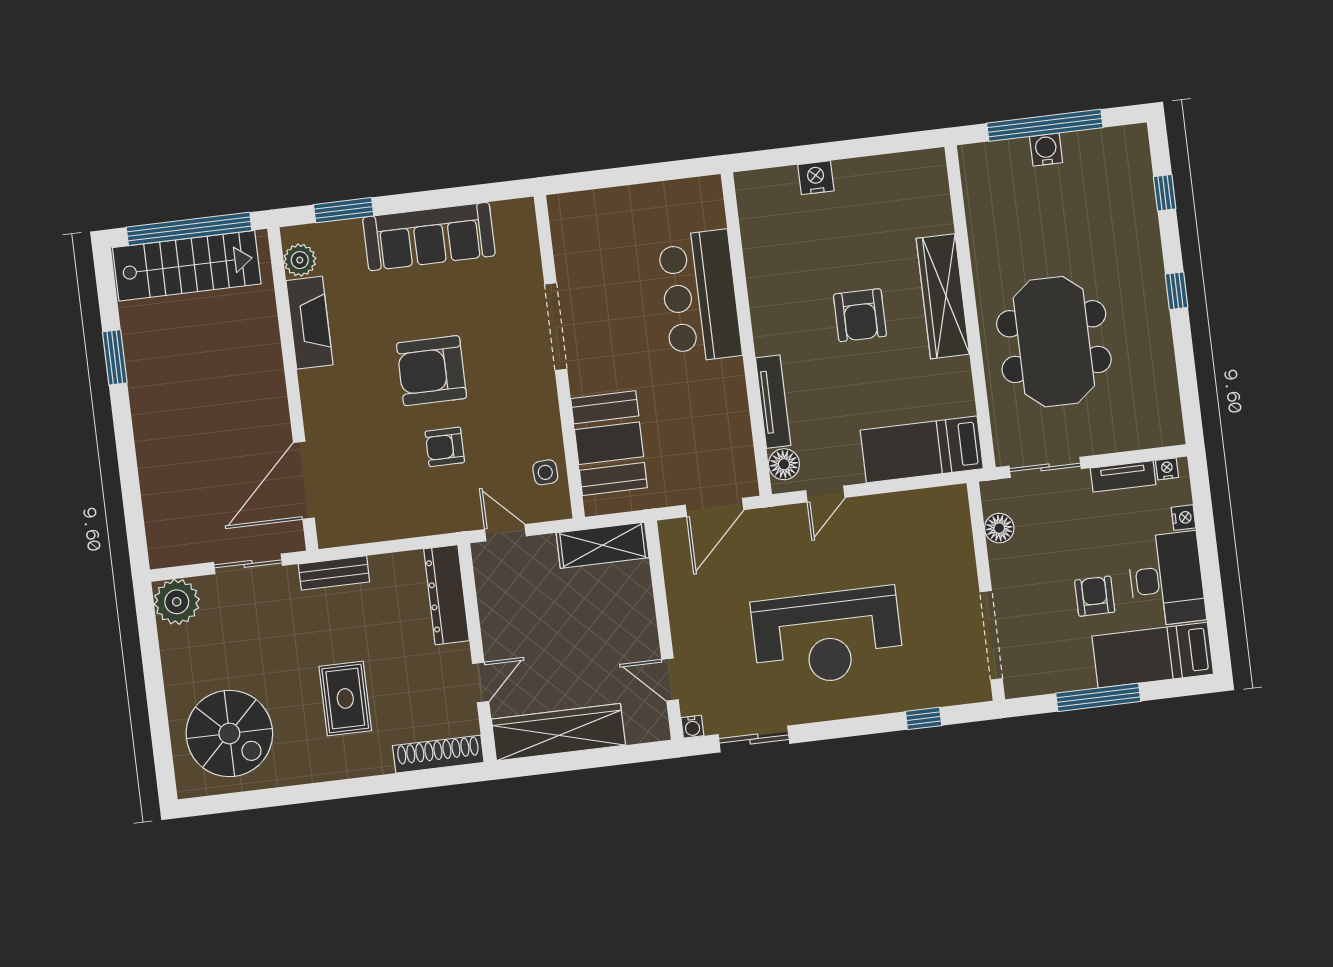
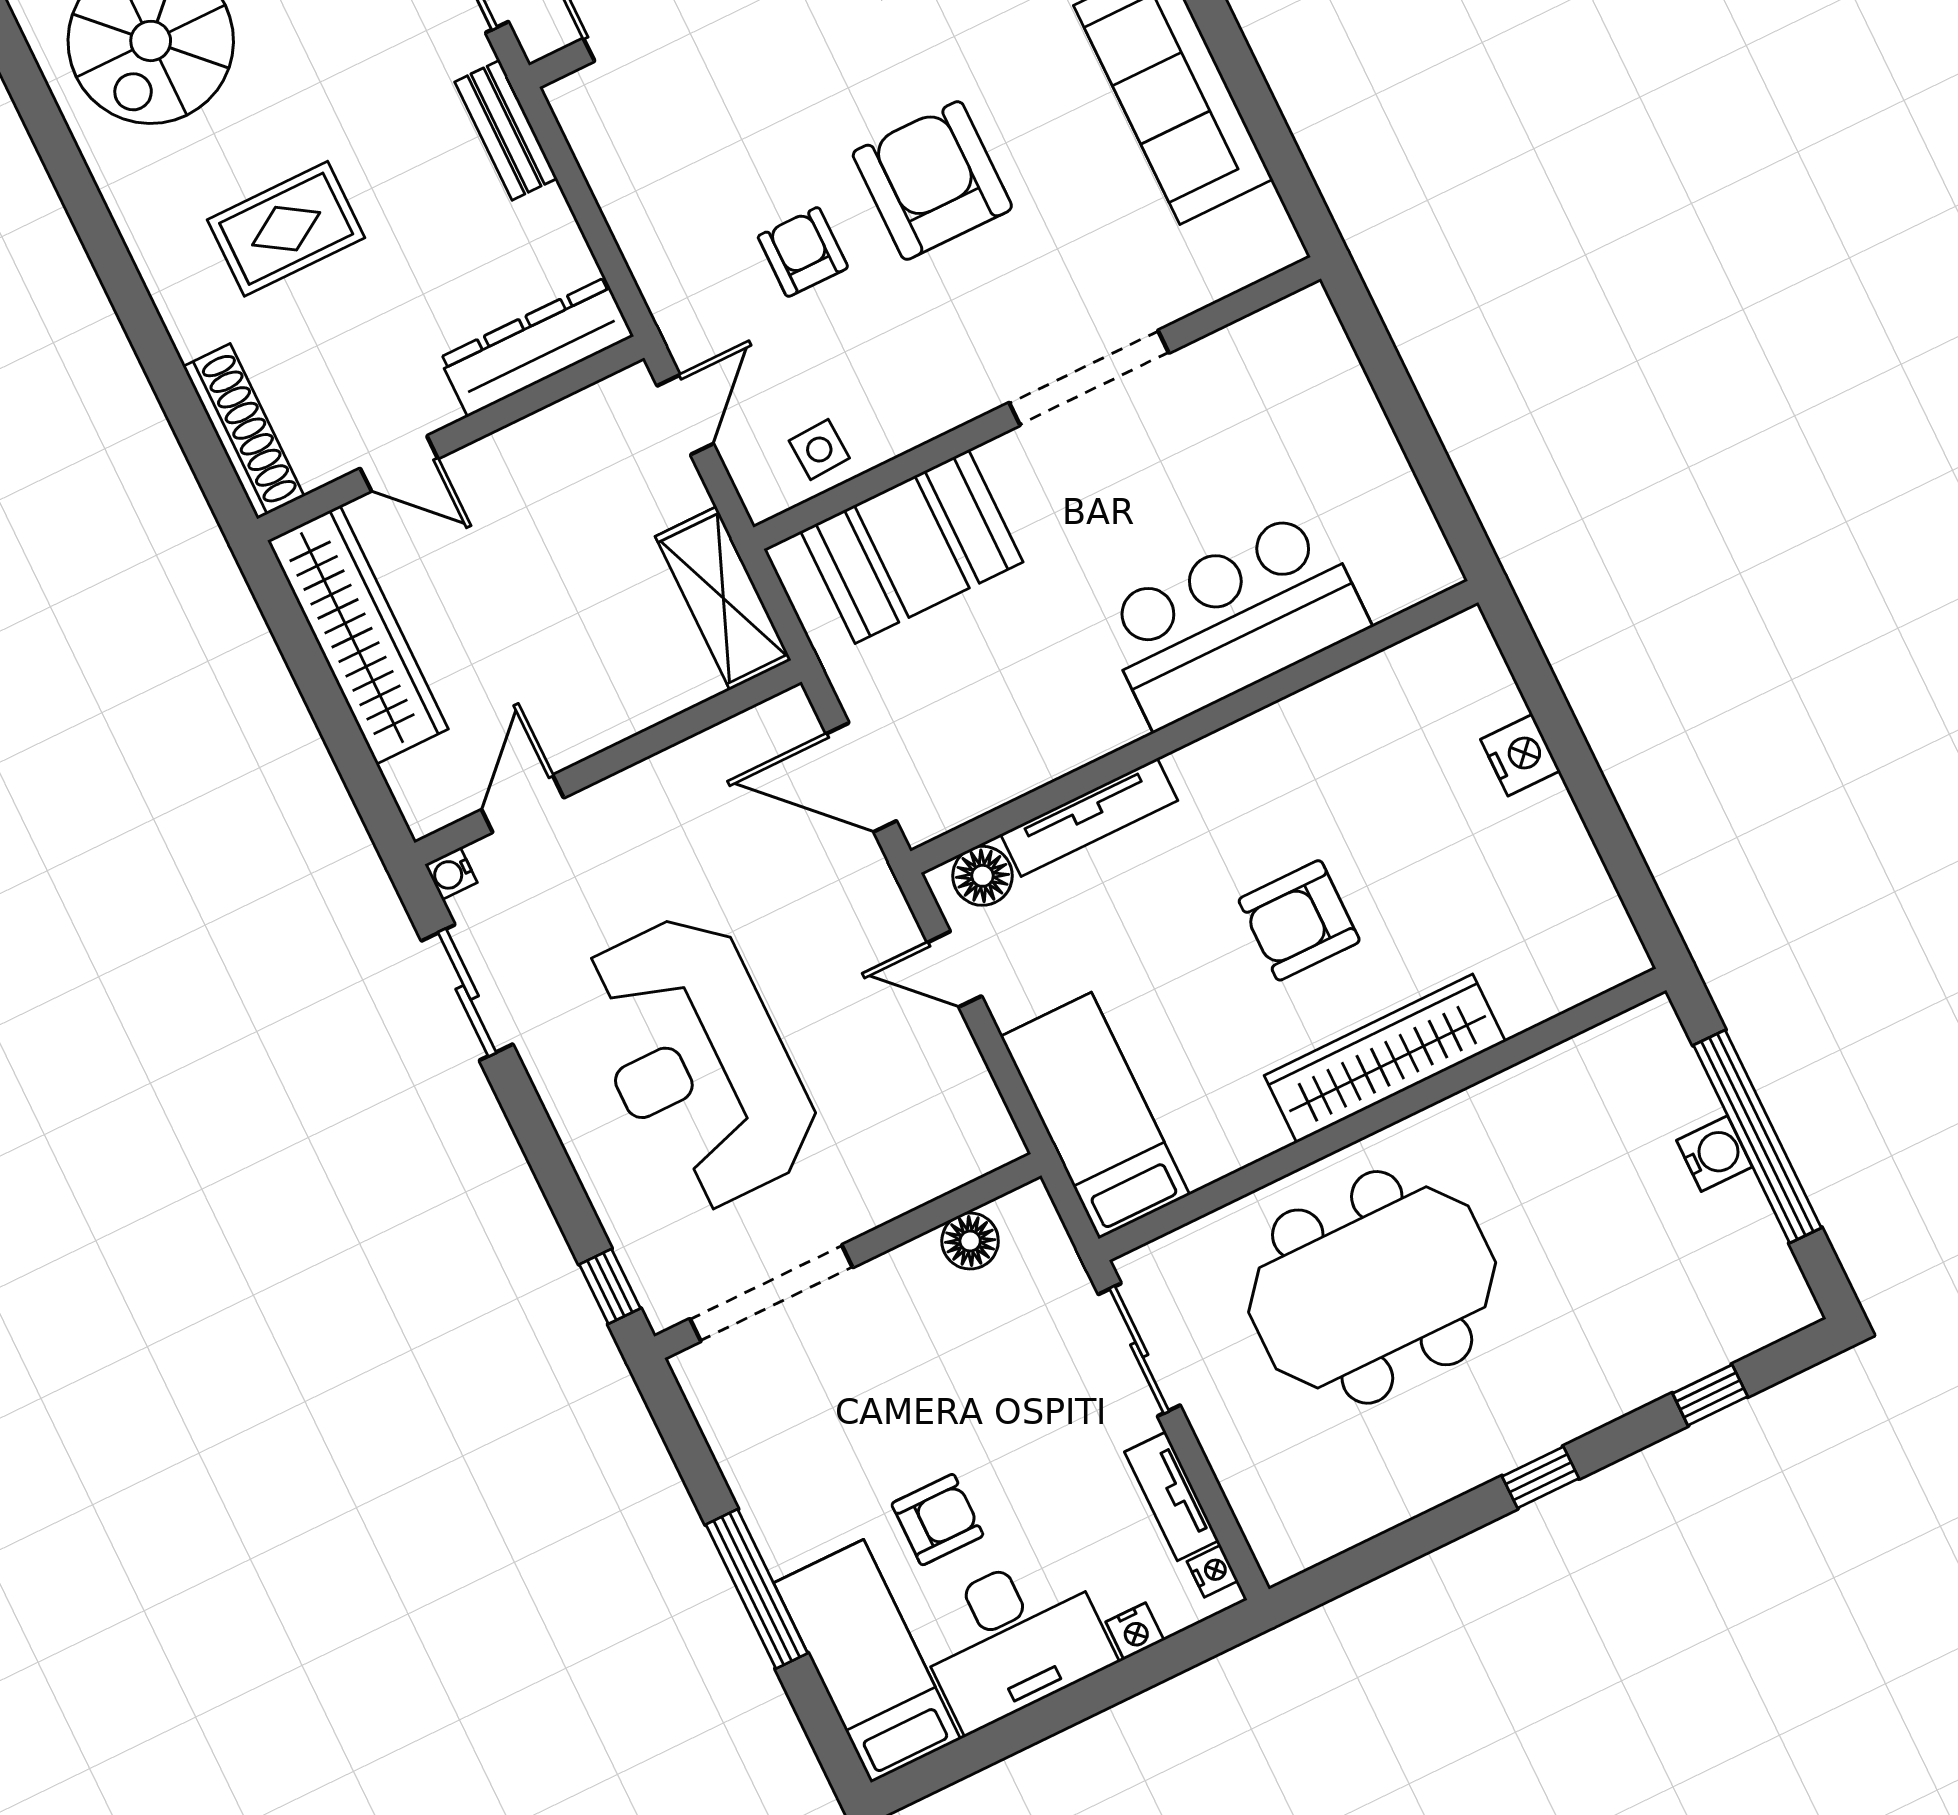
floor lamp: (999, 528) -> (970, 1241), moved
wall: (986, 591) -> (848, 1256), moved
doorway: (991, 635) -> (771, 1293), moved

